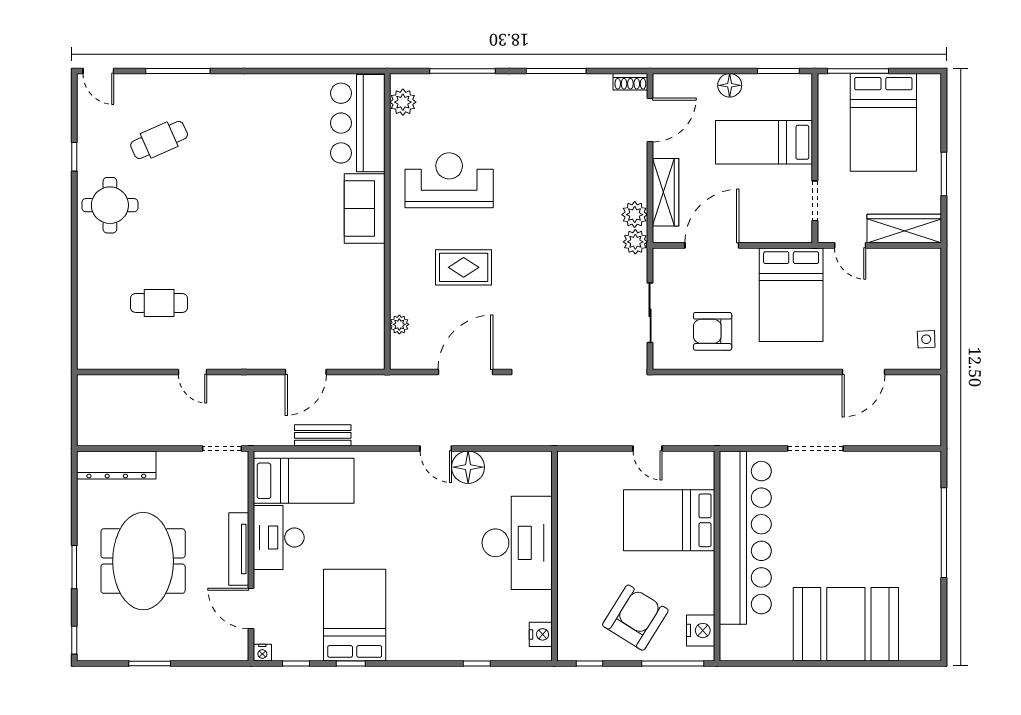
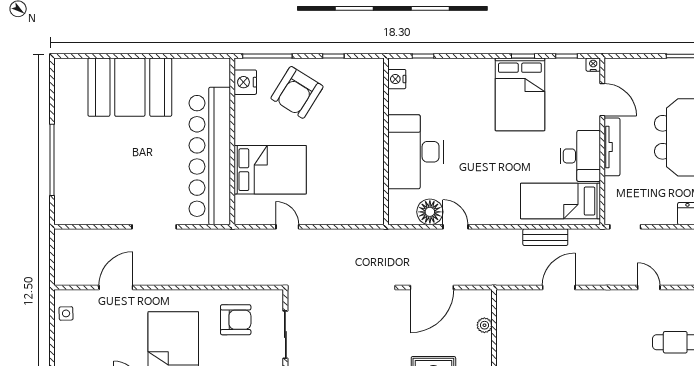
desk: (517, 543) -> (416, 152), moved
wall: (554, 556) -> (386, 141), moved
nightstand: (541, 634) -> (397, 79), moved

